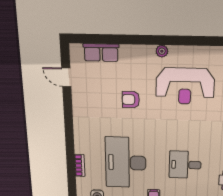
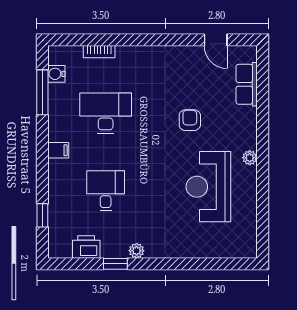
door: (66, 77) -> (216, 40), swing flipped
desk: (126, 163) -> (106, 113), width x0.73, depth x0.77

